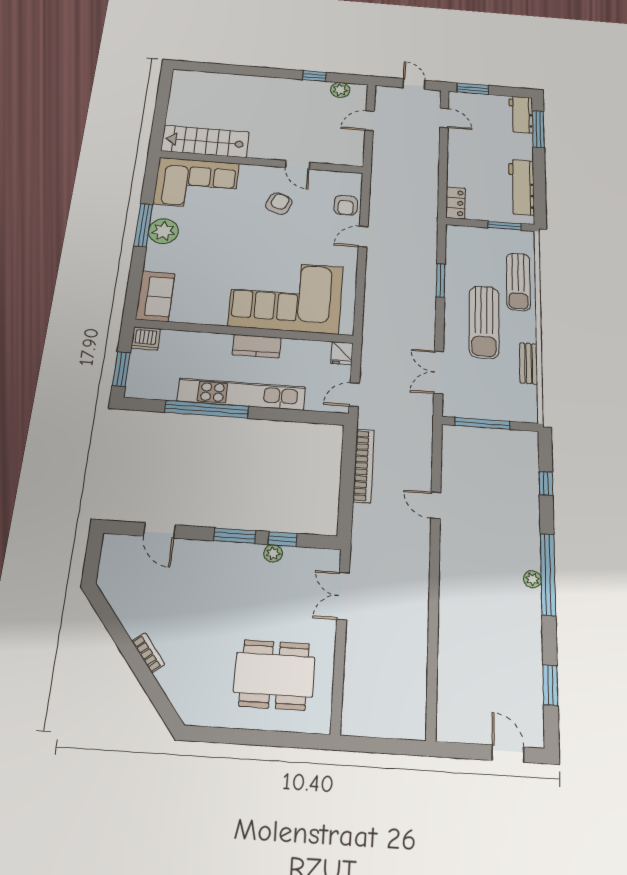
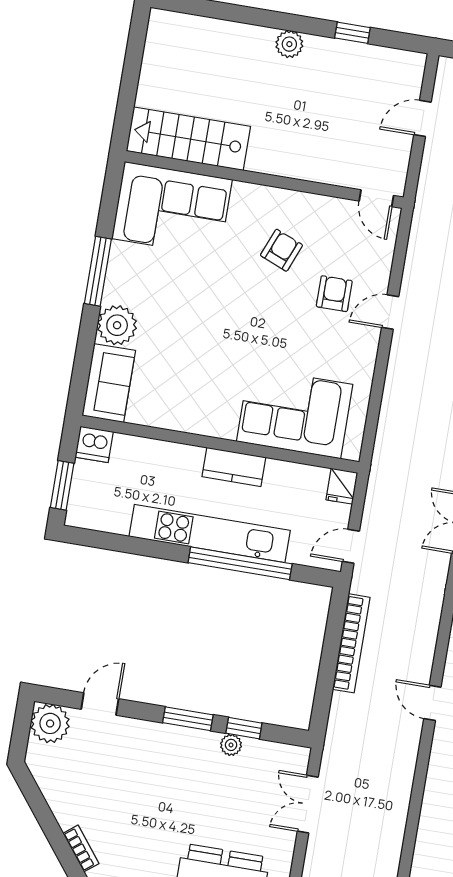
plant: (340, 90) -> (289, 44), moved
door: (298, 165) -> (376, 198), moved
armchair: (346, 205) -> (334, 294), moved, turned 180
plant: (163, 231) -> (117, 325), moved
corner sofa: (286, 296) -> (295, 413), width x0.73, depth x0.74
window: (207, 409) -> (240, 563), moved
door: (159, 530) -> (100, 704), swing flipped
plant: (117, 550) -> (50, 723), added

